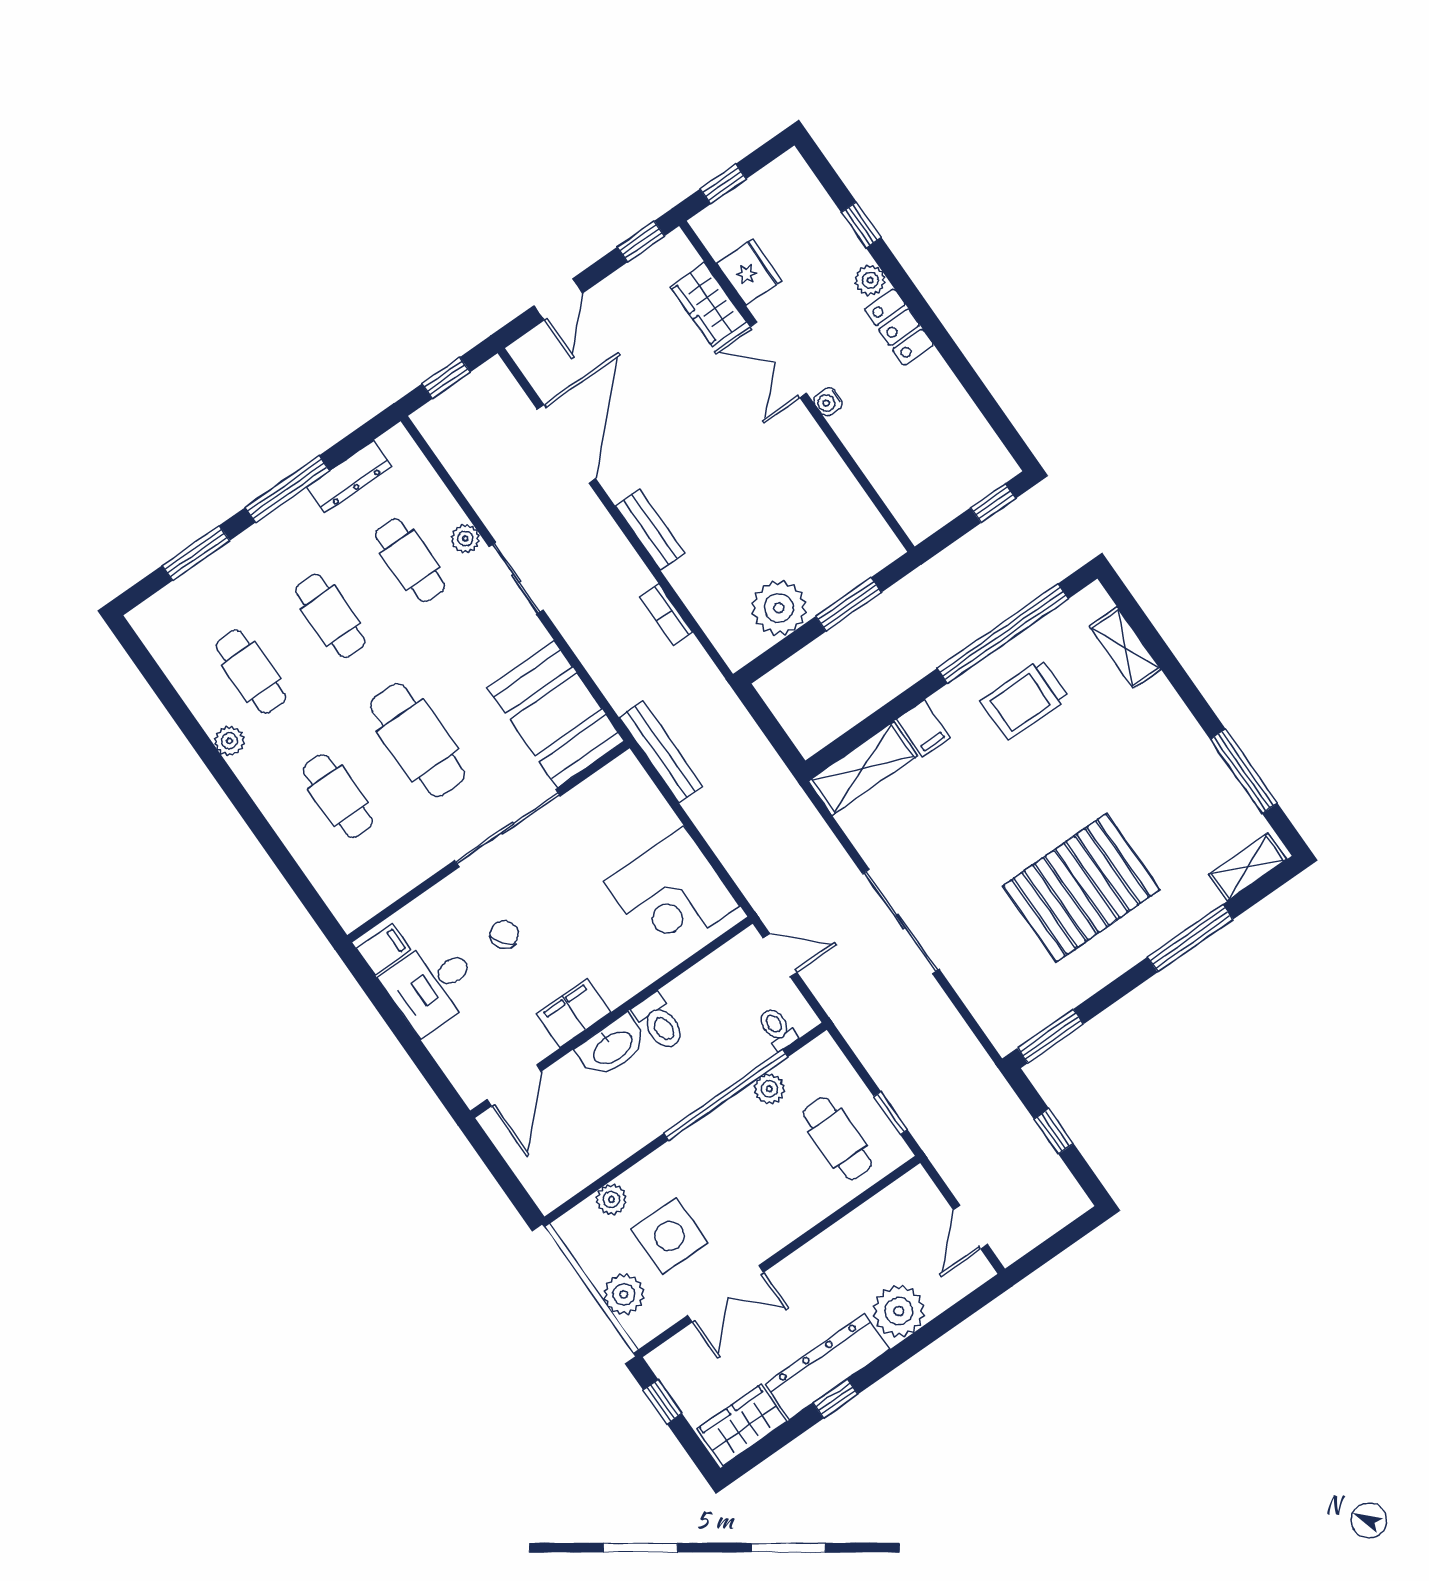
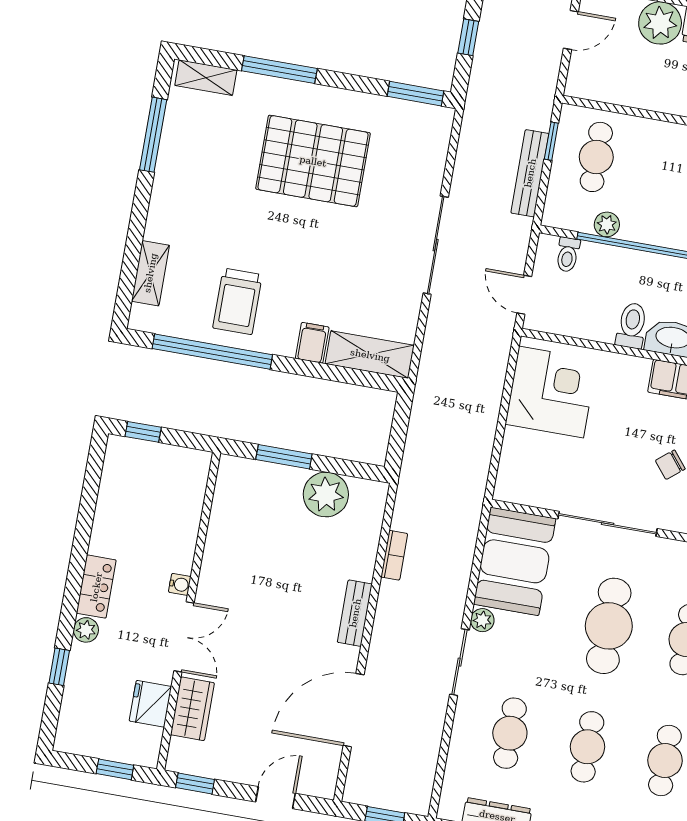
plant: (465, 538) -> (482, 620), moved
trolley: (1025, 699) -> (238, 301), turned 90
bench: (661, 752) -> (530, 173), moved

